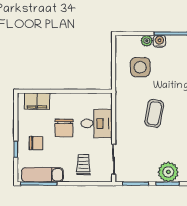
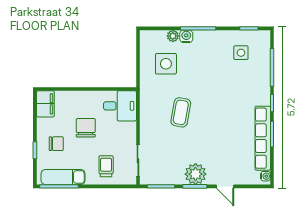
filing cabinet: (37, 101) -> (45, 104), moved, turned -90
desk: (97, 123) -> (120, 106), moved
chair: (64, 128) -> (86, 128), turned 180

